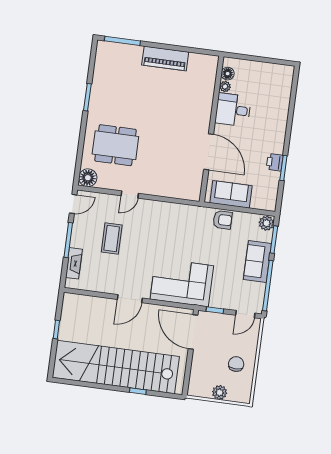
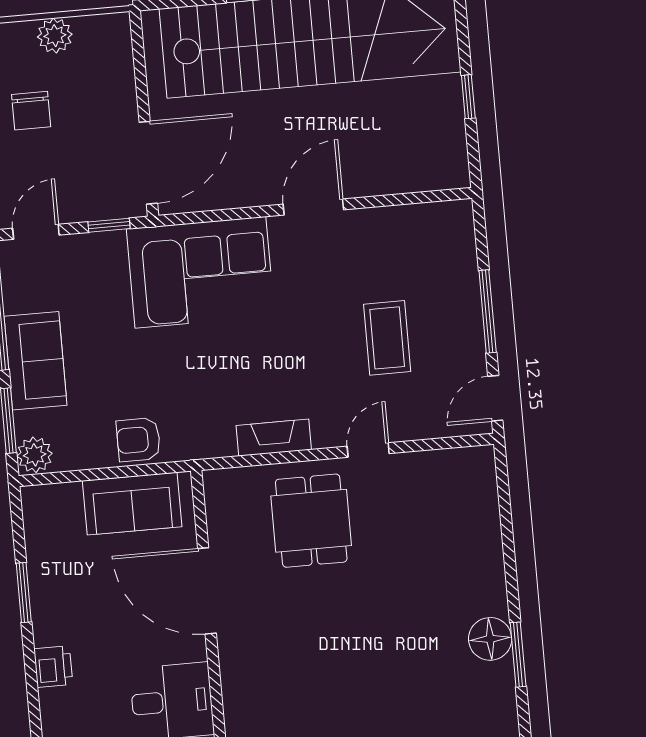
dining table: (115, 145) -> (311, 521), moved, width x0.73
printer: (275, 162) -> (53, 667), moved
floor lamp: (88, 178) -> (490, 639), moved
fireplace: (74, 263) -> (274, 438), moved, turned 90
door: (193, 332) -> (148, 163), hinge flipped

